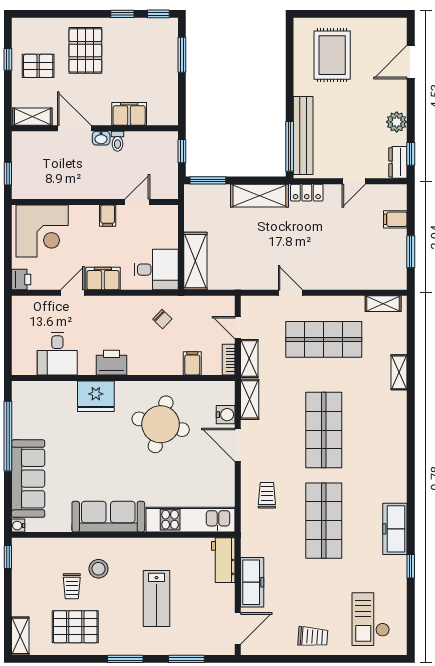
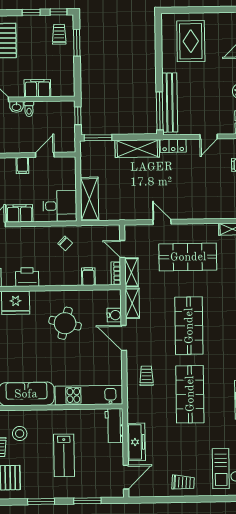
trolley: (159, 43) -> (59, 34), added
round table: (161, 424) -> (65, 323), width x0.73, depth x0.73

